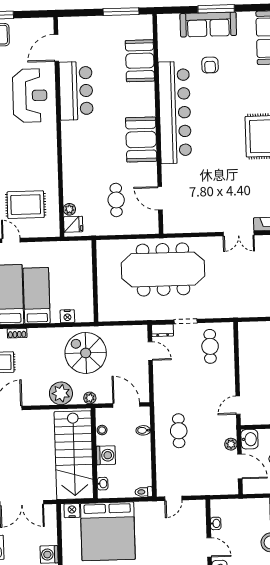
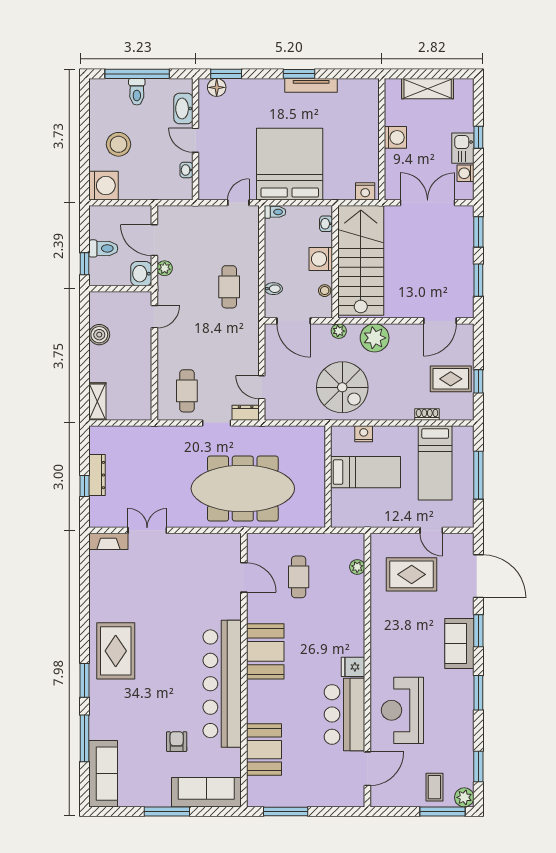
sofa: (208, 24) -> (206, 792), moved
fridge: (73, 224) -> (353, 667), moved
bed: (37, 296) -> (366, 472), moved, turned -90
bed: (108, 531) -> (290, 164), moved

